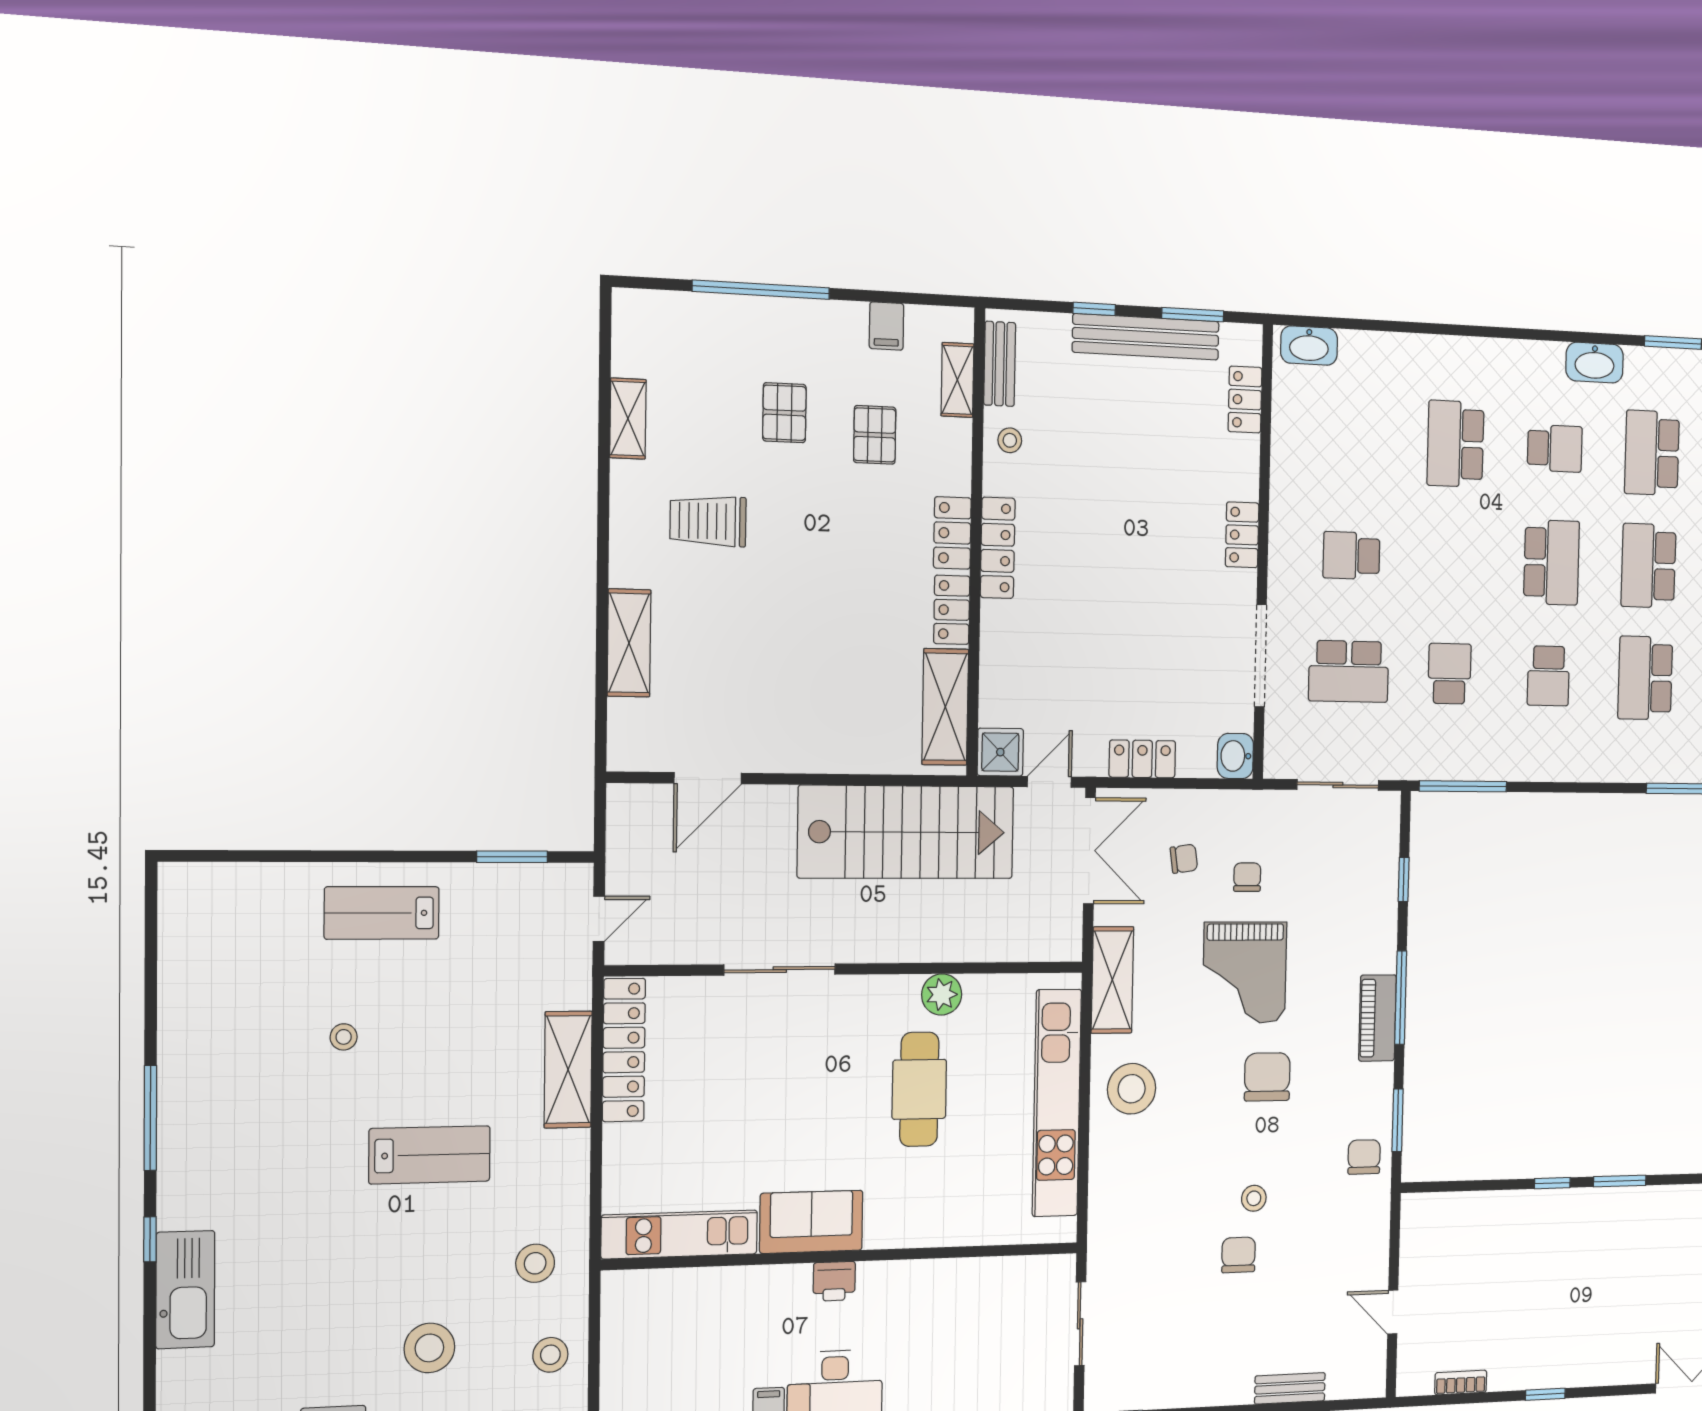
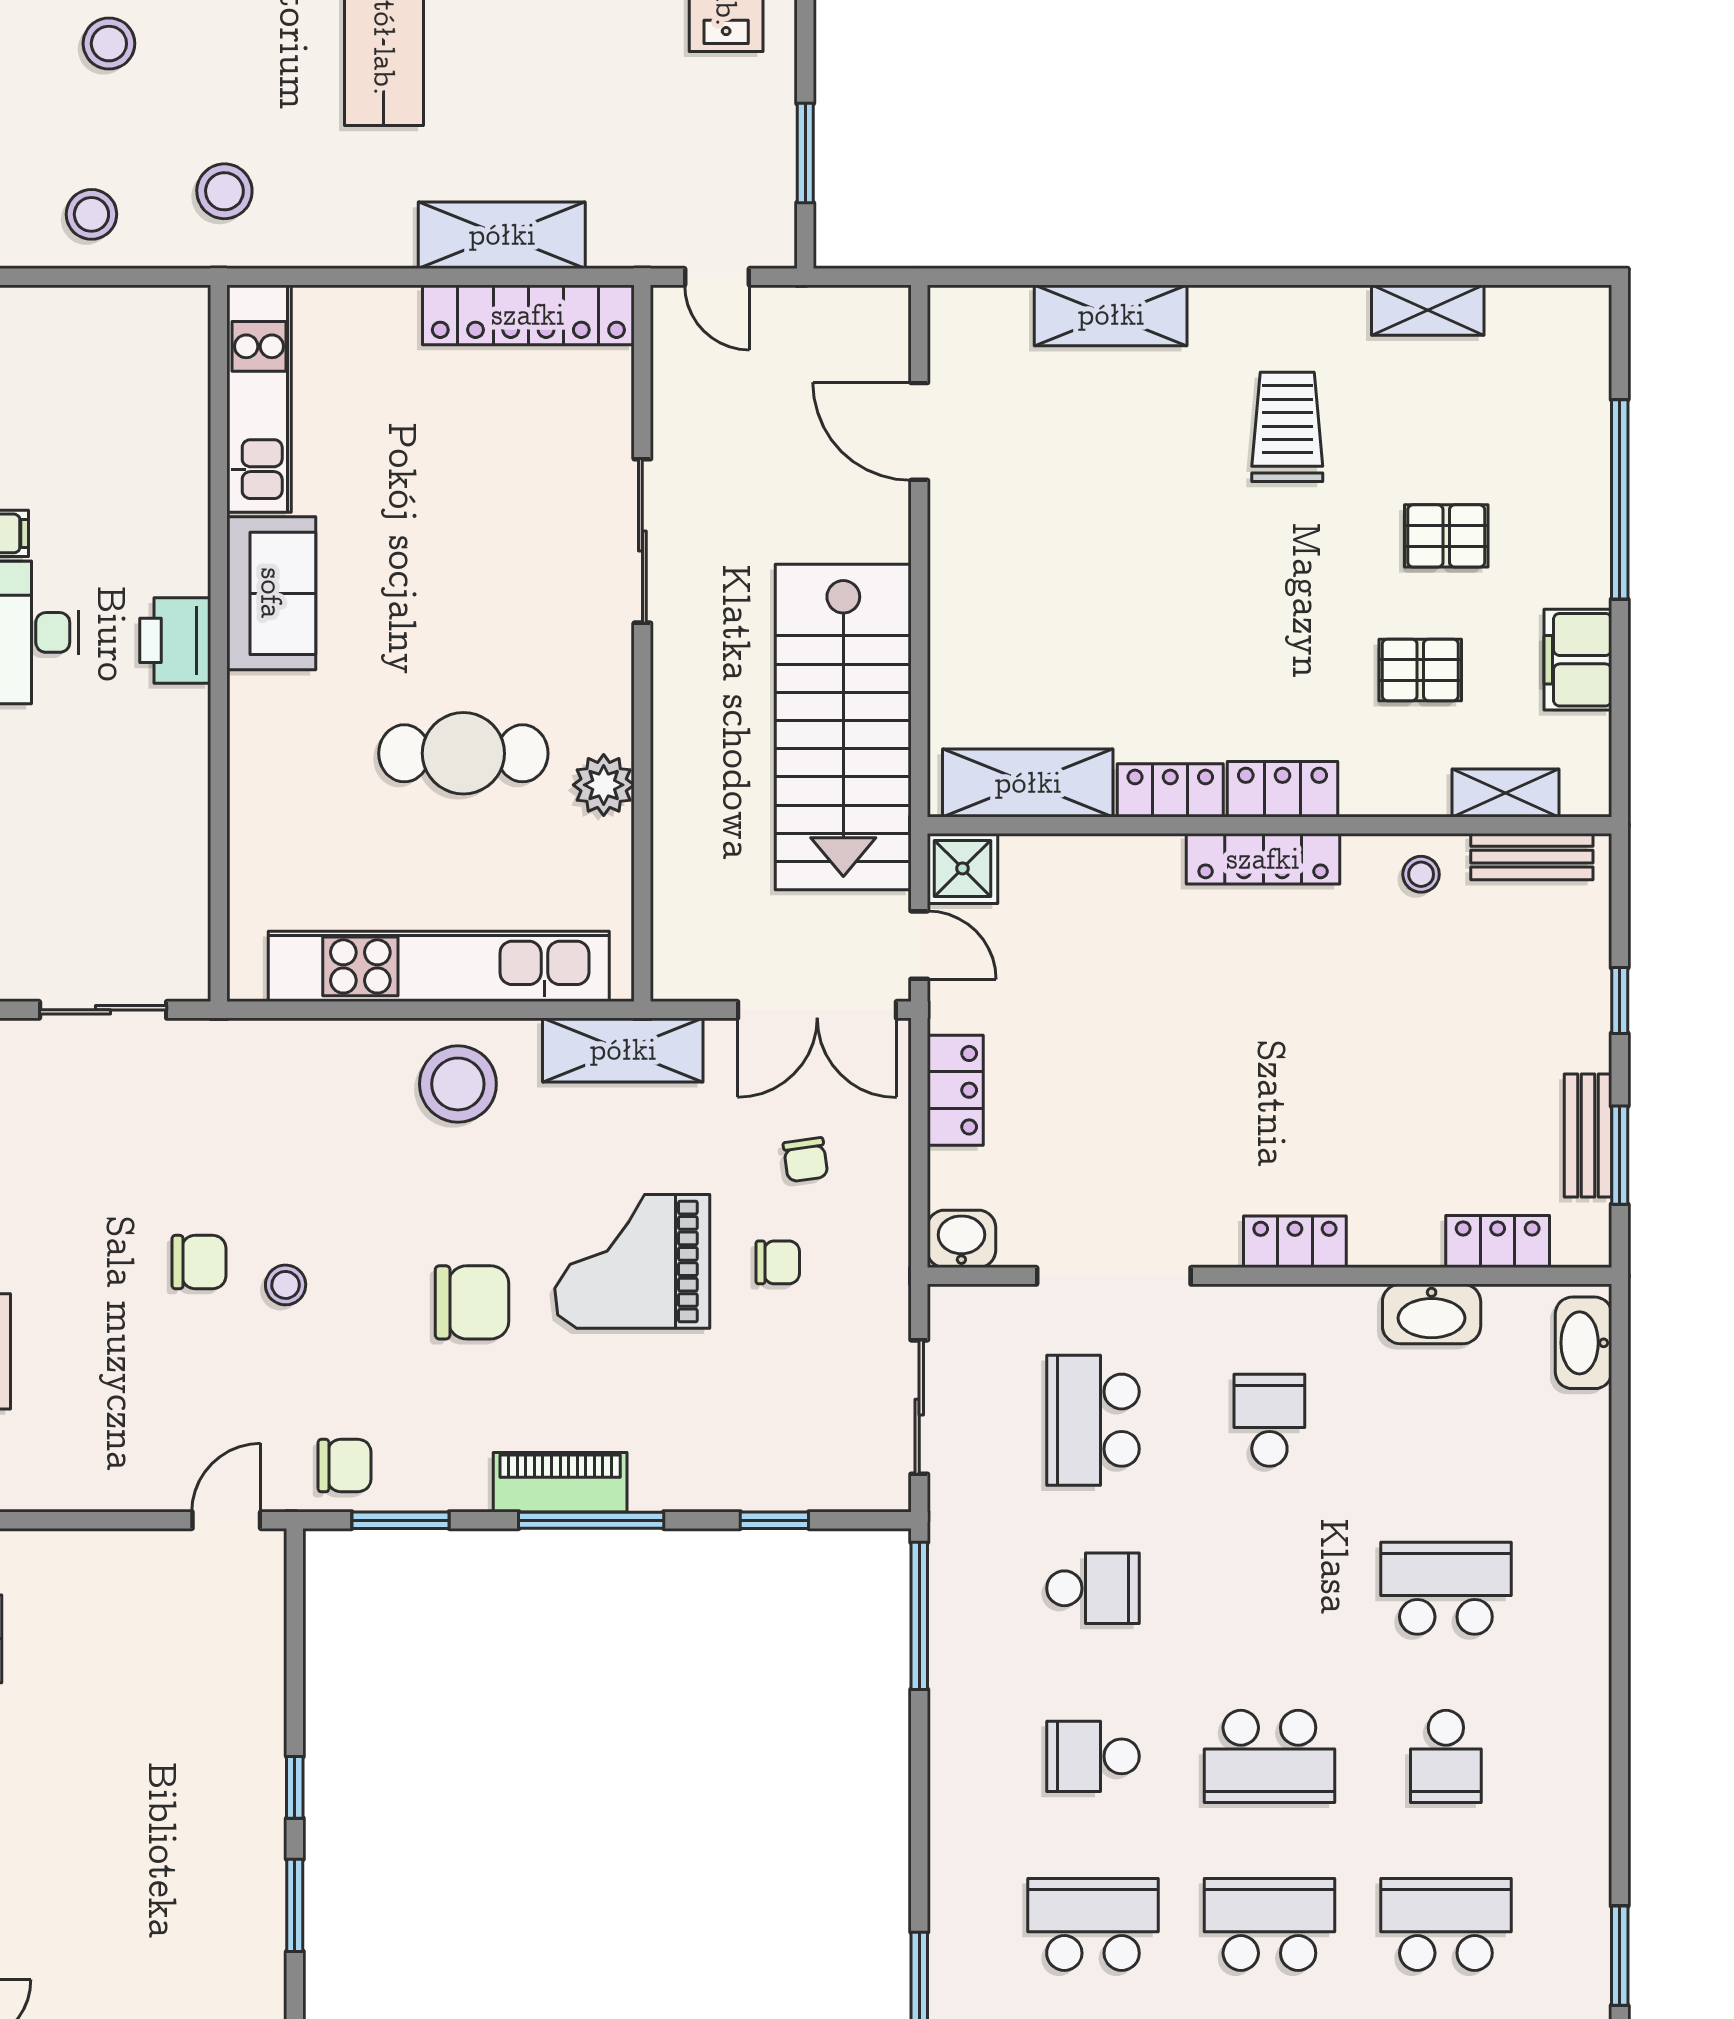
filing cabinet: (886, 326) -> (1578, 660), width x2.00
bench: (1146, 337) -> (1588, 1135), width x0.54, depth x0.82
washbasin: (1595, 363) -> (1432, 1314), moved, turned -90
printer: (834, 1281) -> (175, 640), width x1.36, depth x1.24
door: (1393, 1312) -> (226, 1520), moved
stool: (429, 1348) -> (109, 44), width x0.73, depth x0.73

